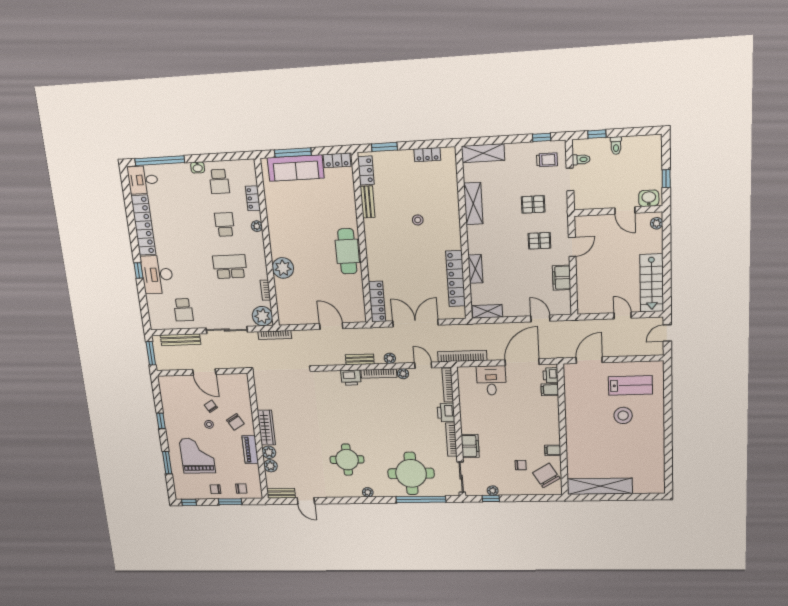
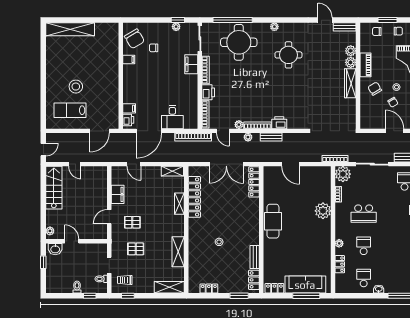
school desk: (225, 224) -> (364, 246), turned 180
shelving: (600, 486) -> (70, 29), moved

